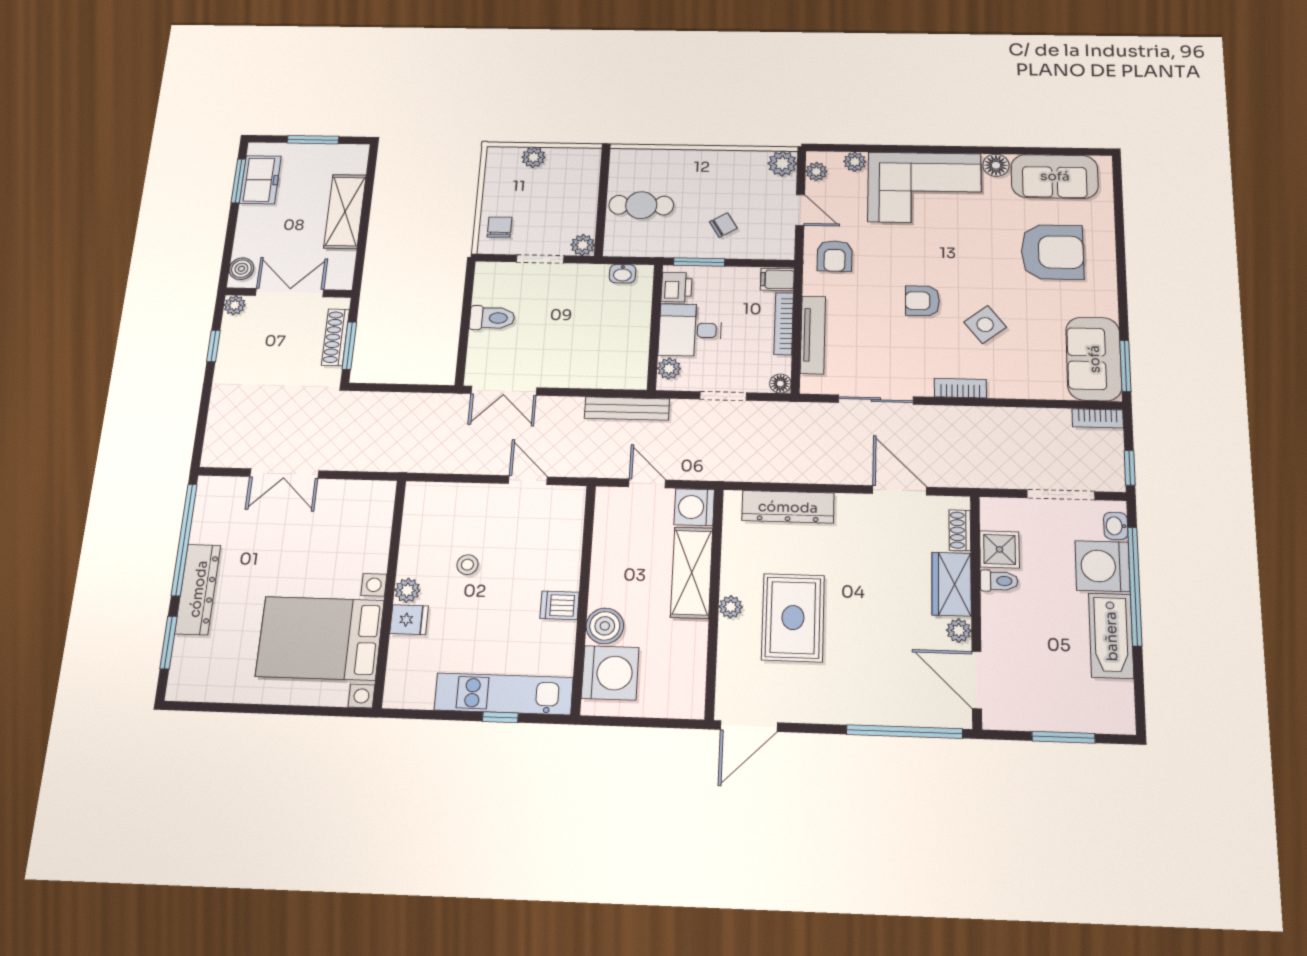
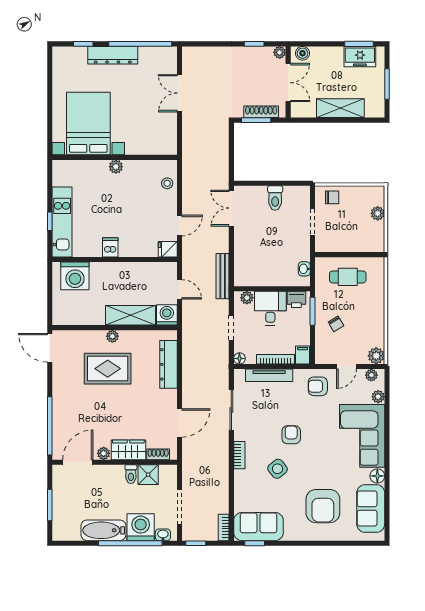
cafe table: (641, 205) -> (348, 277), turned 90
plant: (583, 245) -> (322, 245), removed
window: (1125, 366) -> (255, 543), width x0.67
door: (647, 483) -> (179, 289), hinge flipped
stool: (467, 565) -> (167, 183), moved
fridge: (409, 620) -> (168, 249), moved, turned 90
boiler: (605, 626) -> (100, 272), removed
window: (169, 643) -> (83, 44), width x0.67

